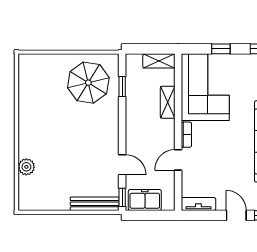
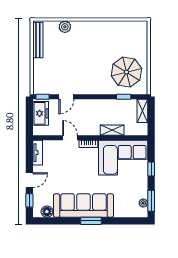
shelving: (159, 61) -> (142, 111), moved
bench: (95, 204) -> (38, 40), moved

